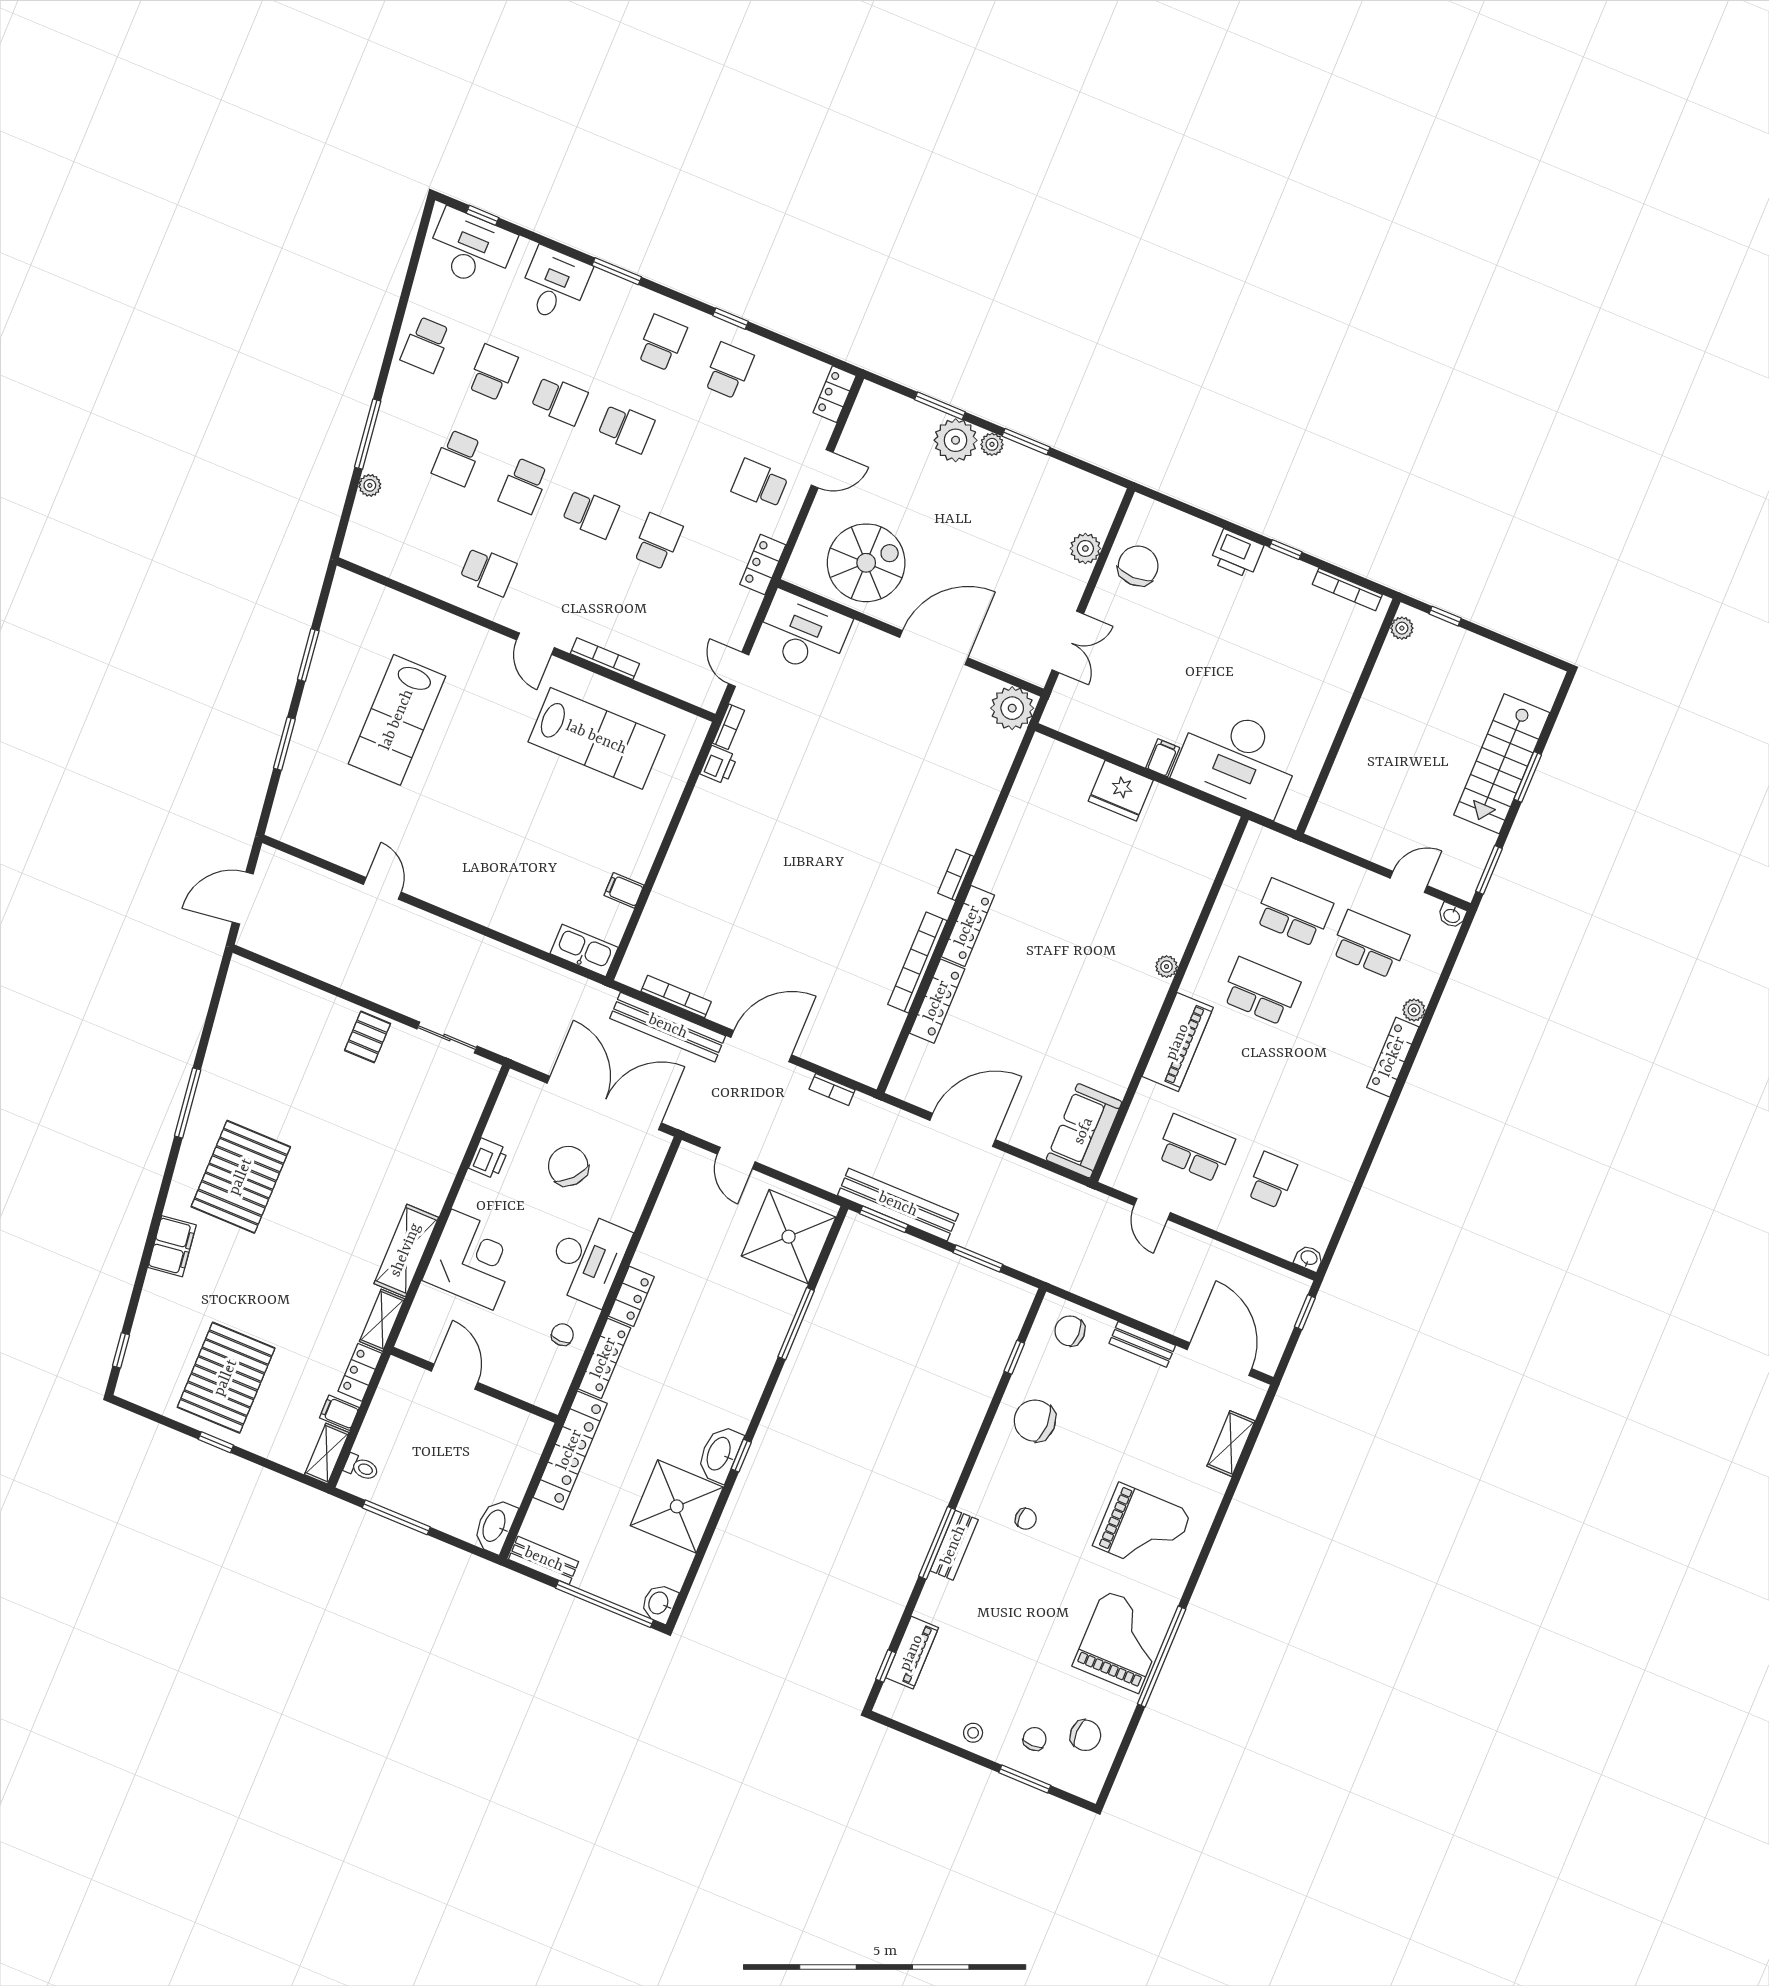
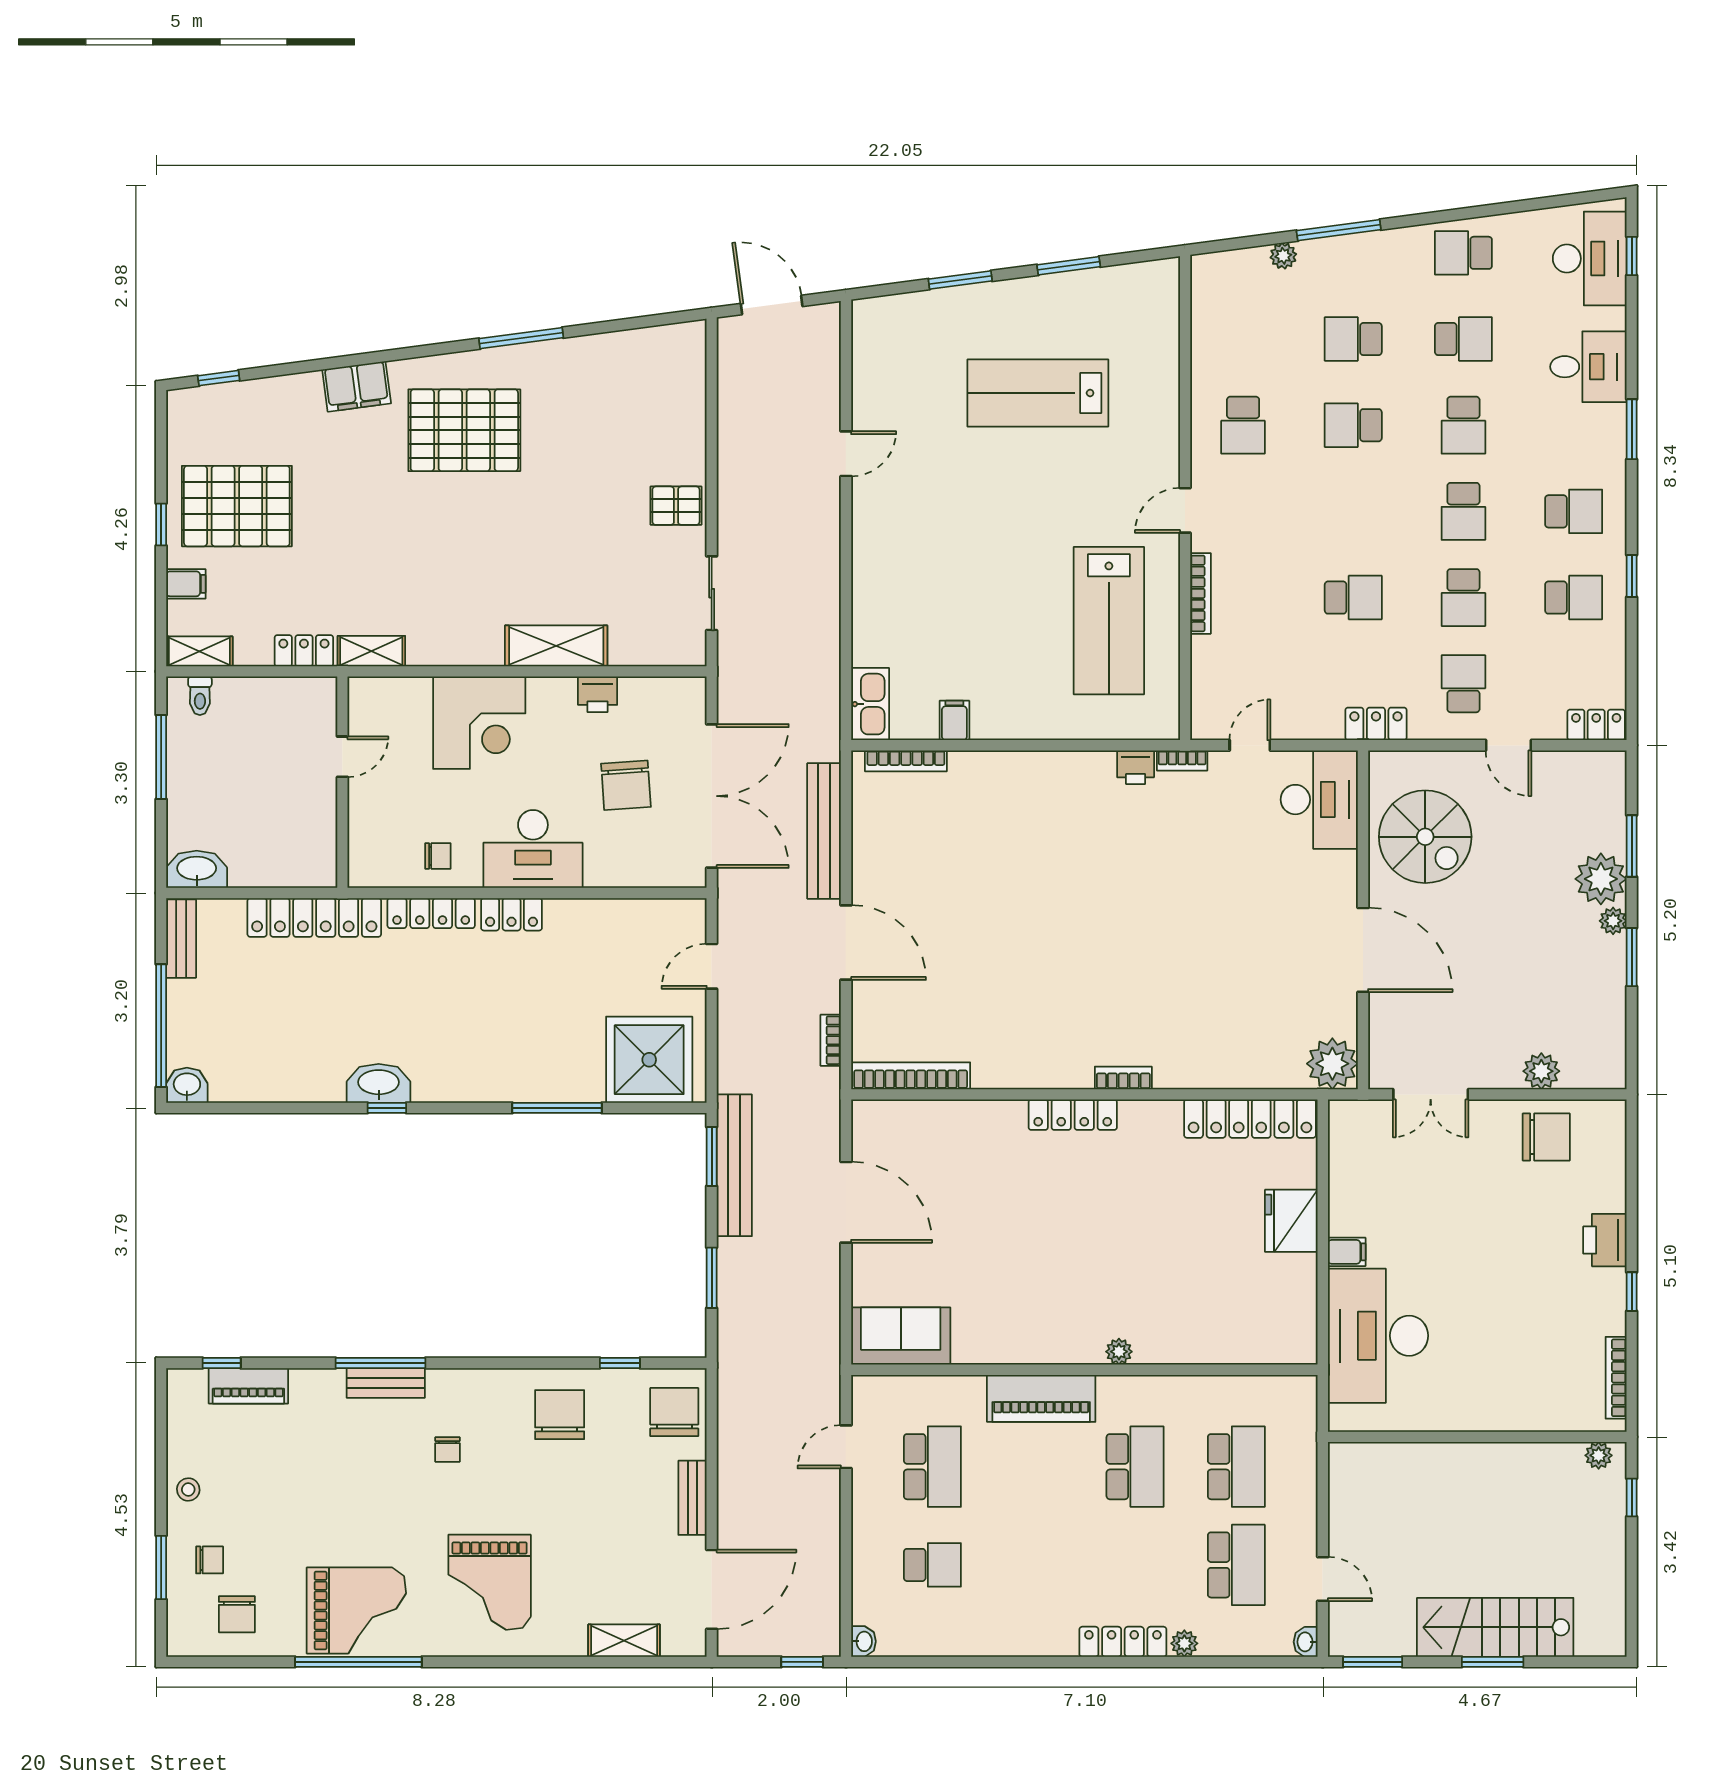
school desk: (591, 514) -> (1463, 598), moved
bookcase: (917, 962) -> (911, 1076), moved
bookcase: (676, 997) -> (906, 761), moved, turned 90
locker: (937, 1001) -> (1250, 1119), moved, width x1.41, depth x1.21
chair: (568, 1166) -> (626, 785), turned 134
shelving: (406, 1250) -> (556, 646), moved
chair: (1070, 1331) -> (674, 1412), width x1.37, depth x1.37
door: (455, 1377) -> (342, 757), width x0.73
filing cabinet: (339, 1413) -> (186, 584), moved, turned 90
shower: (677, 1506) -> (302, 1060), removed

